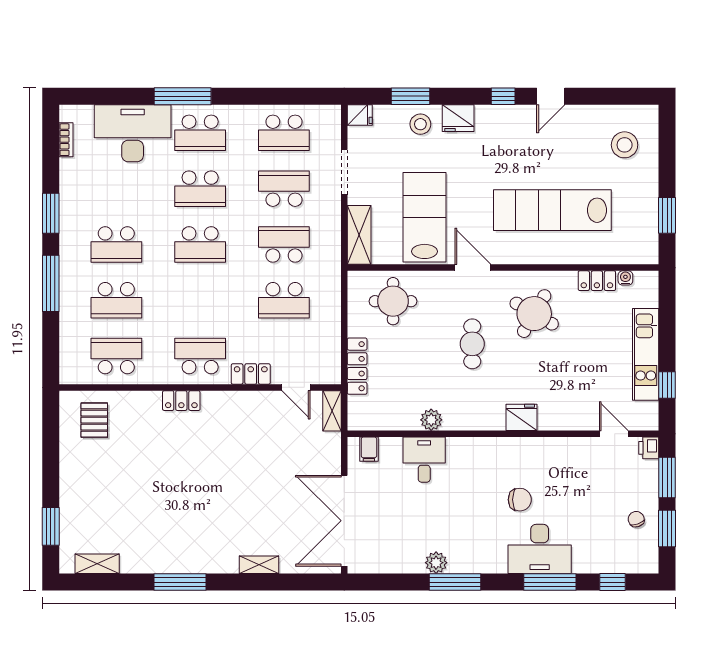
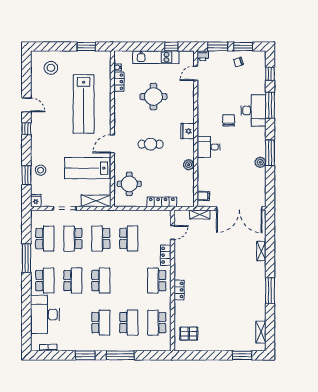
window: (183, 96) -> (26, 258), moved
fridge: (458, 118) -> (37, 151), removed
round table: (534, 314) -> (153, 97), moved, turned -30
shelving: (332, 411) -> (200, 214), moved
fridge: (522, 417) -> (187, 131), moved
desk: (424, 460) -> (209, 147), moved

